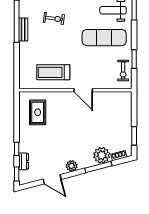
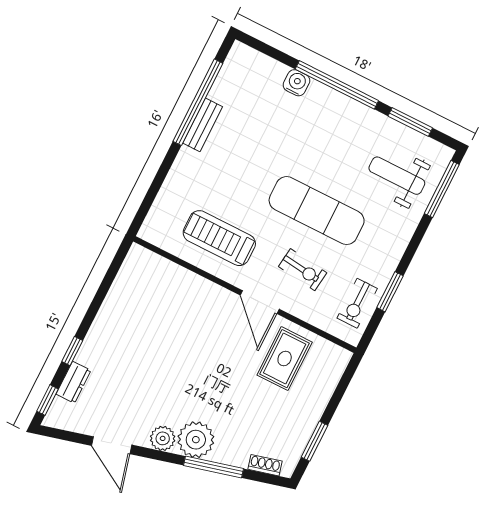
exercise bike: (54, 18) -> (303, 270), moved
exercise mat: (104, 38) -> (317, 211), moved
rug: (38, 112) -> (285, 359), moved
plant: (102, 155) -> (196, 440), moved

